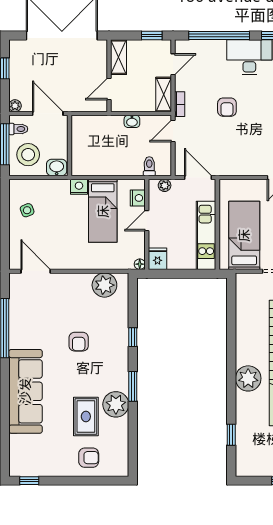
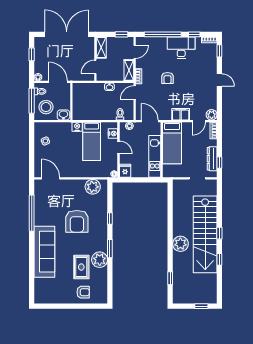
filing cabinet: (248, 166) -> (181, 114), added
door: (147, 221) -> (119, 147), swing flipped
bed: (244, 235) -> (172, 143), moved, turned 180
armchair: (79, 342) -> (77, 221), width x1.88, depth x1.88
window: (29, 481) -> (47, 306), removed

